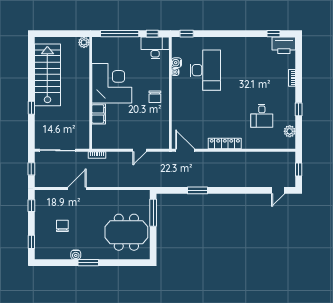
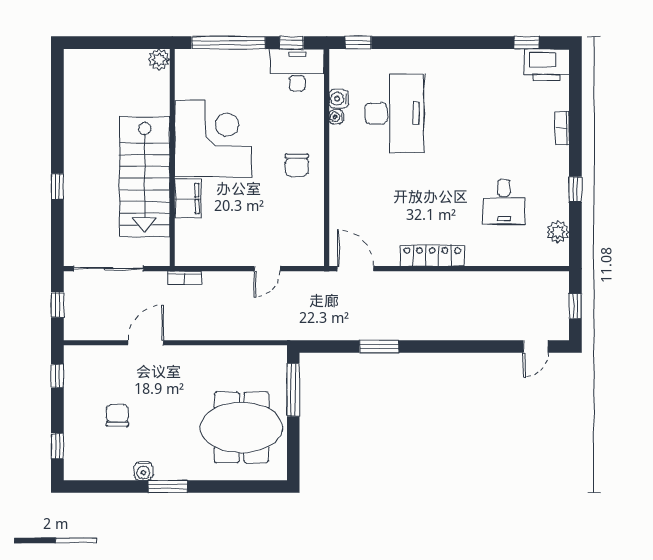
stairs: (47, 75) -> (145, 177), moved, turned 180

